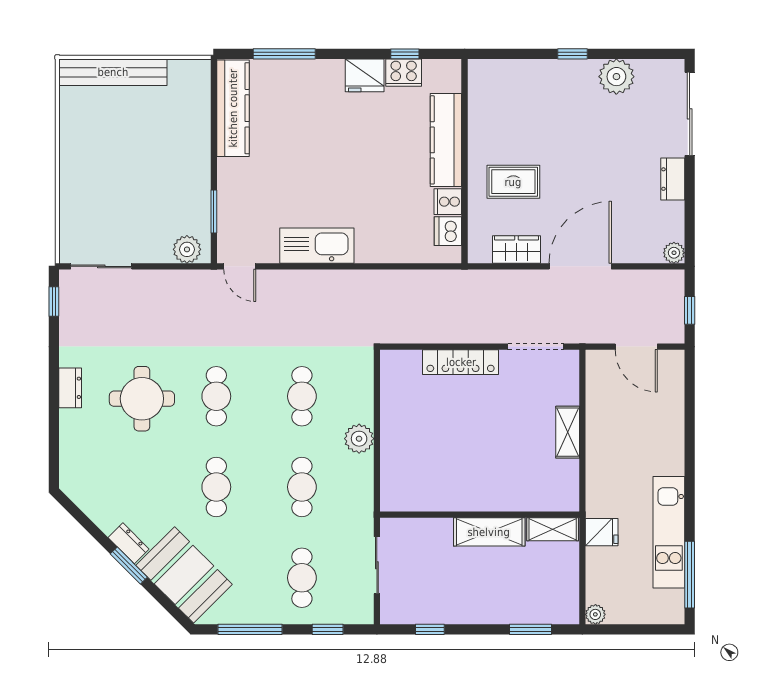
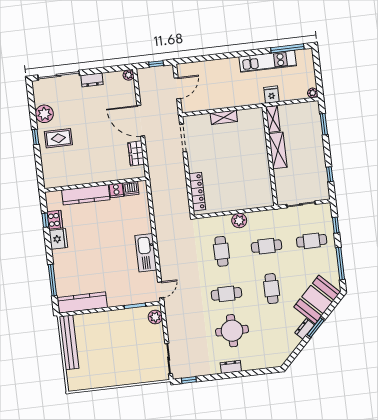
bench: (113, 72) -> (69, 342), moved
rug: (513, 182) -> (58, 138), moved, turned 90
locker: (461, 362) -> (197, 192), moved
cafe table: (302, 396) -> (221, 251), turned 90
cafe table: (216, 487) -> (272, 289), turned 90

